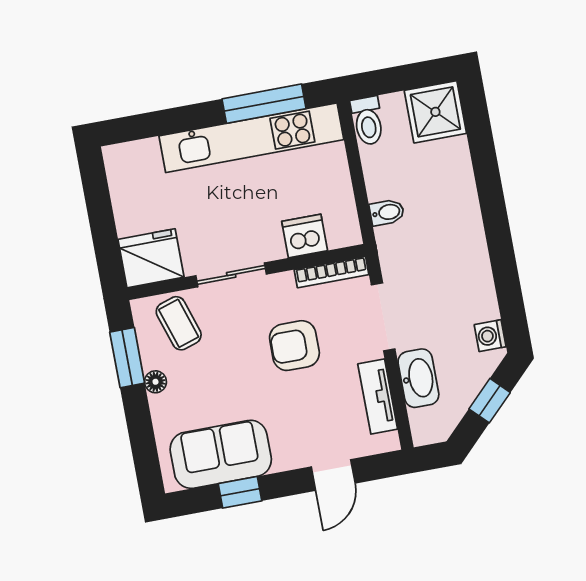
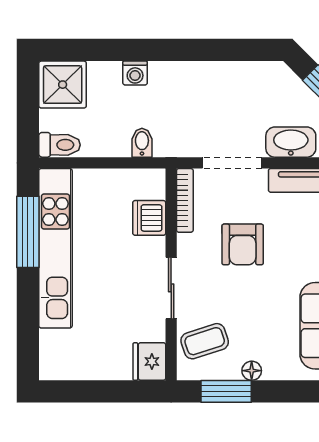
fridge: (151, 258) -> (149, 361), width x0.73, depth x0.75
washing machine: (490, 336) -> (135, 73), moved

